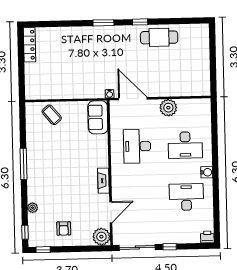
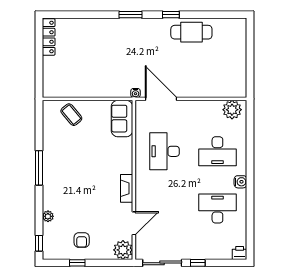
plant: (168, 108) -> (232, 110), moved
window: (43, 250) -> (77, 263), moved

